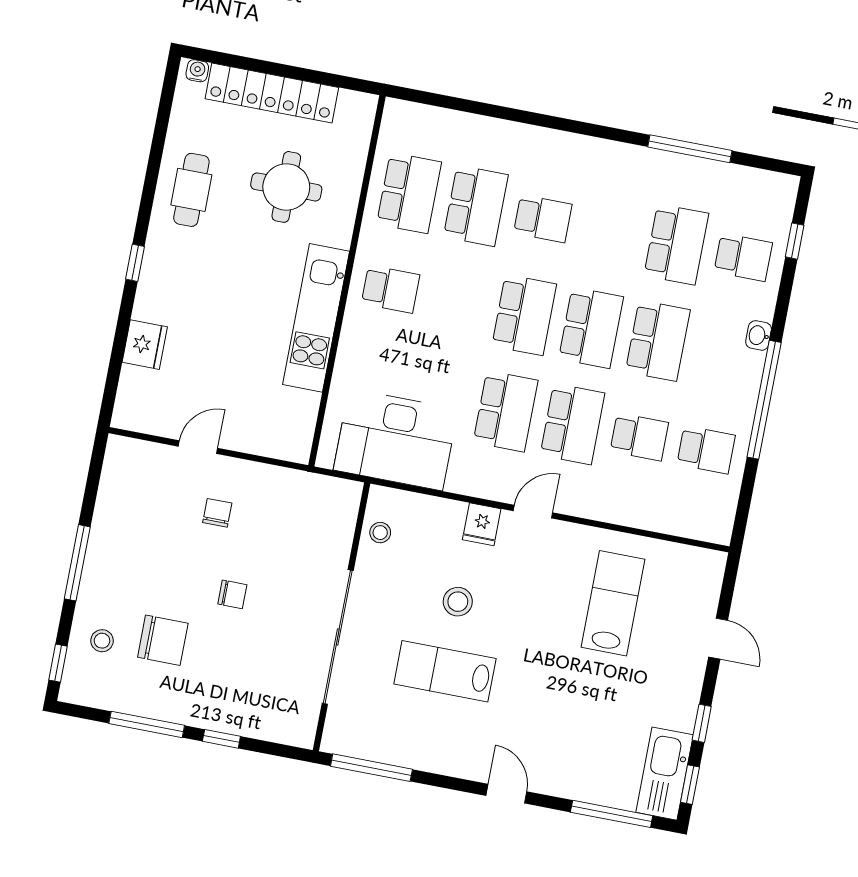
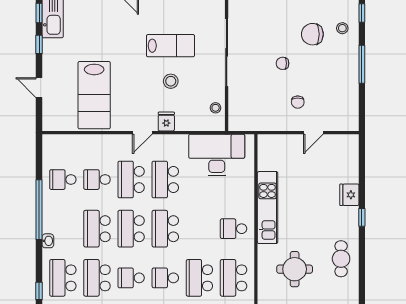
school desk: (610, 232) -> (131, 278), added
school desk: (743, 257) -> (63, 278), width x1.85
fridge: (145, 345) -> (349, 195), moved
lab bench: (613, 603) -> (94, 95), width x1.36, depth x1.39

